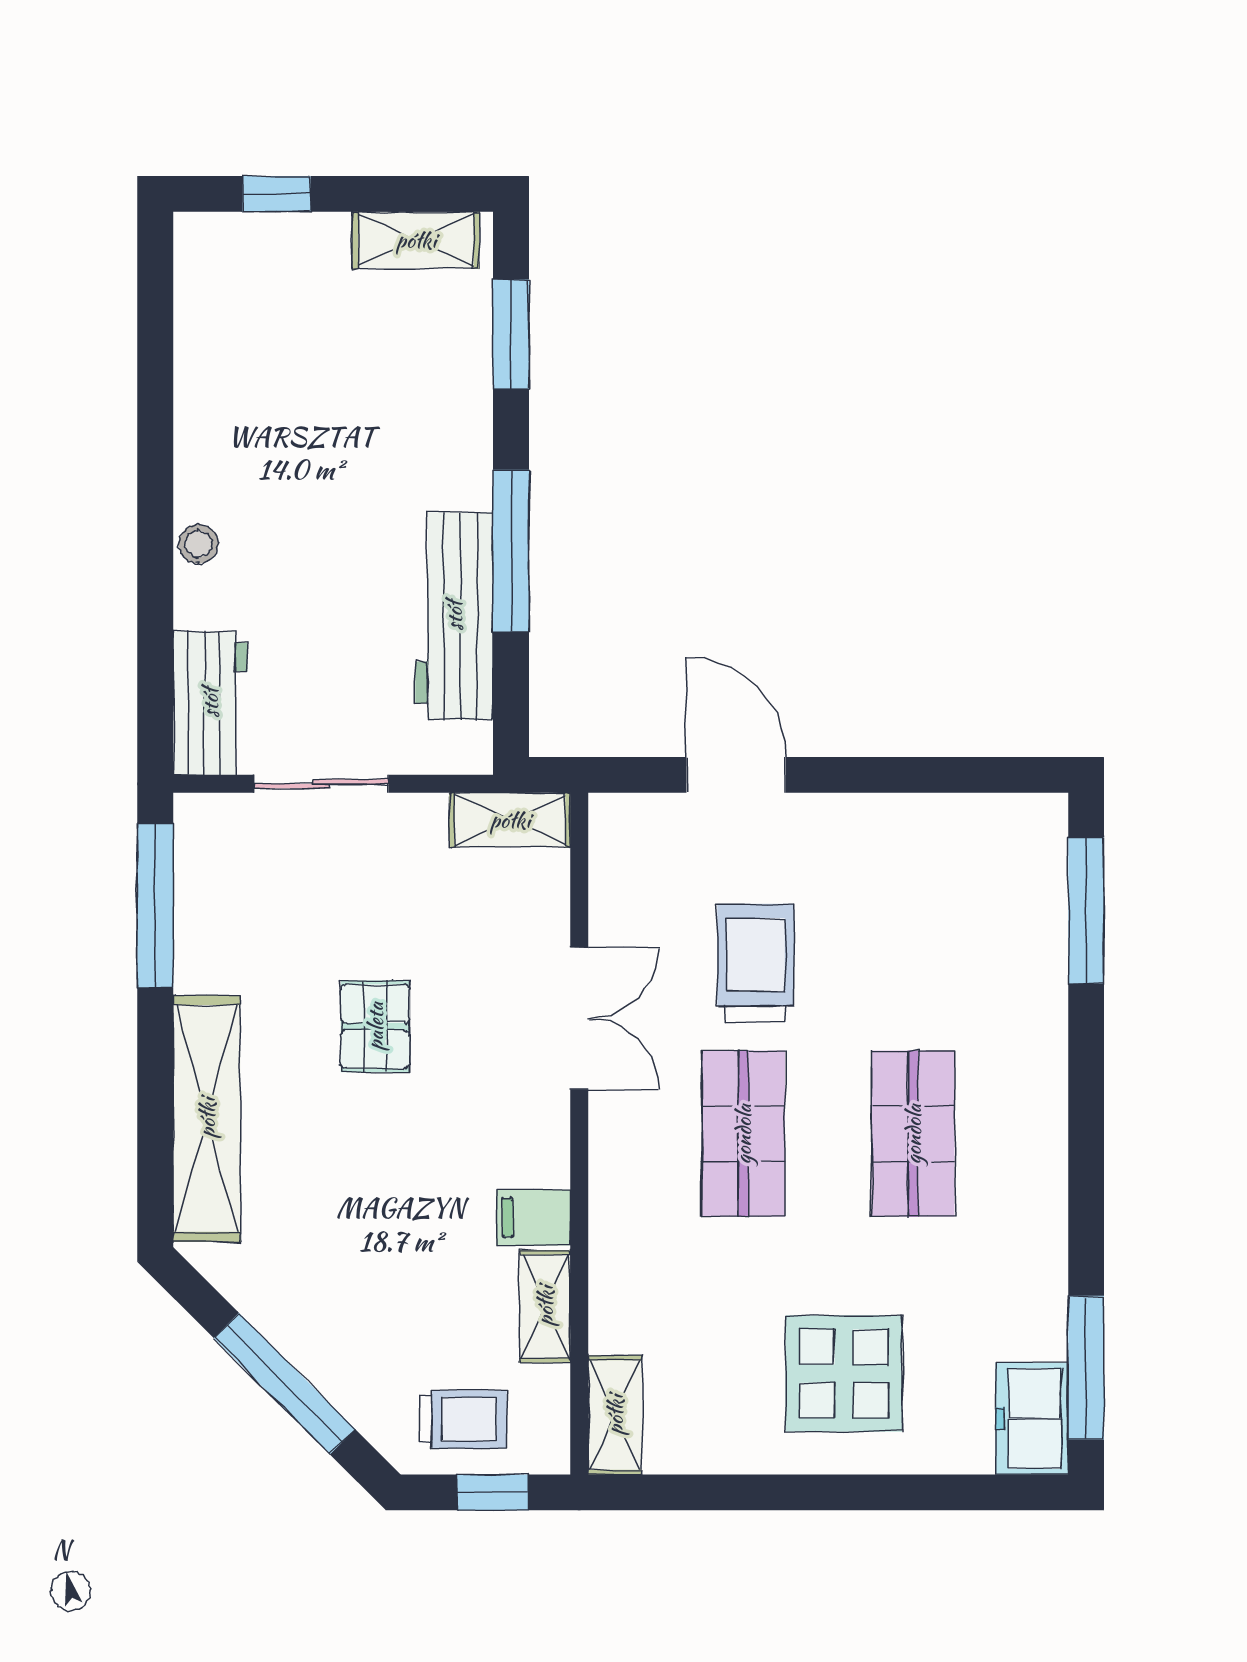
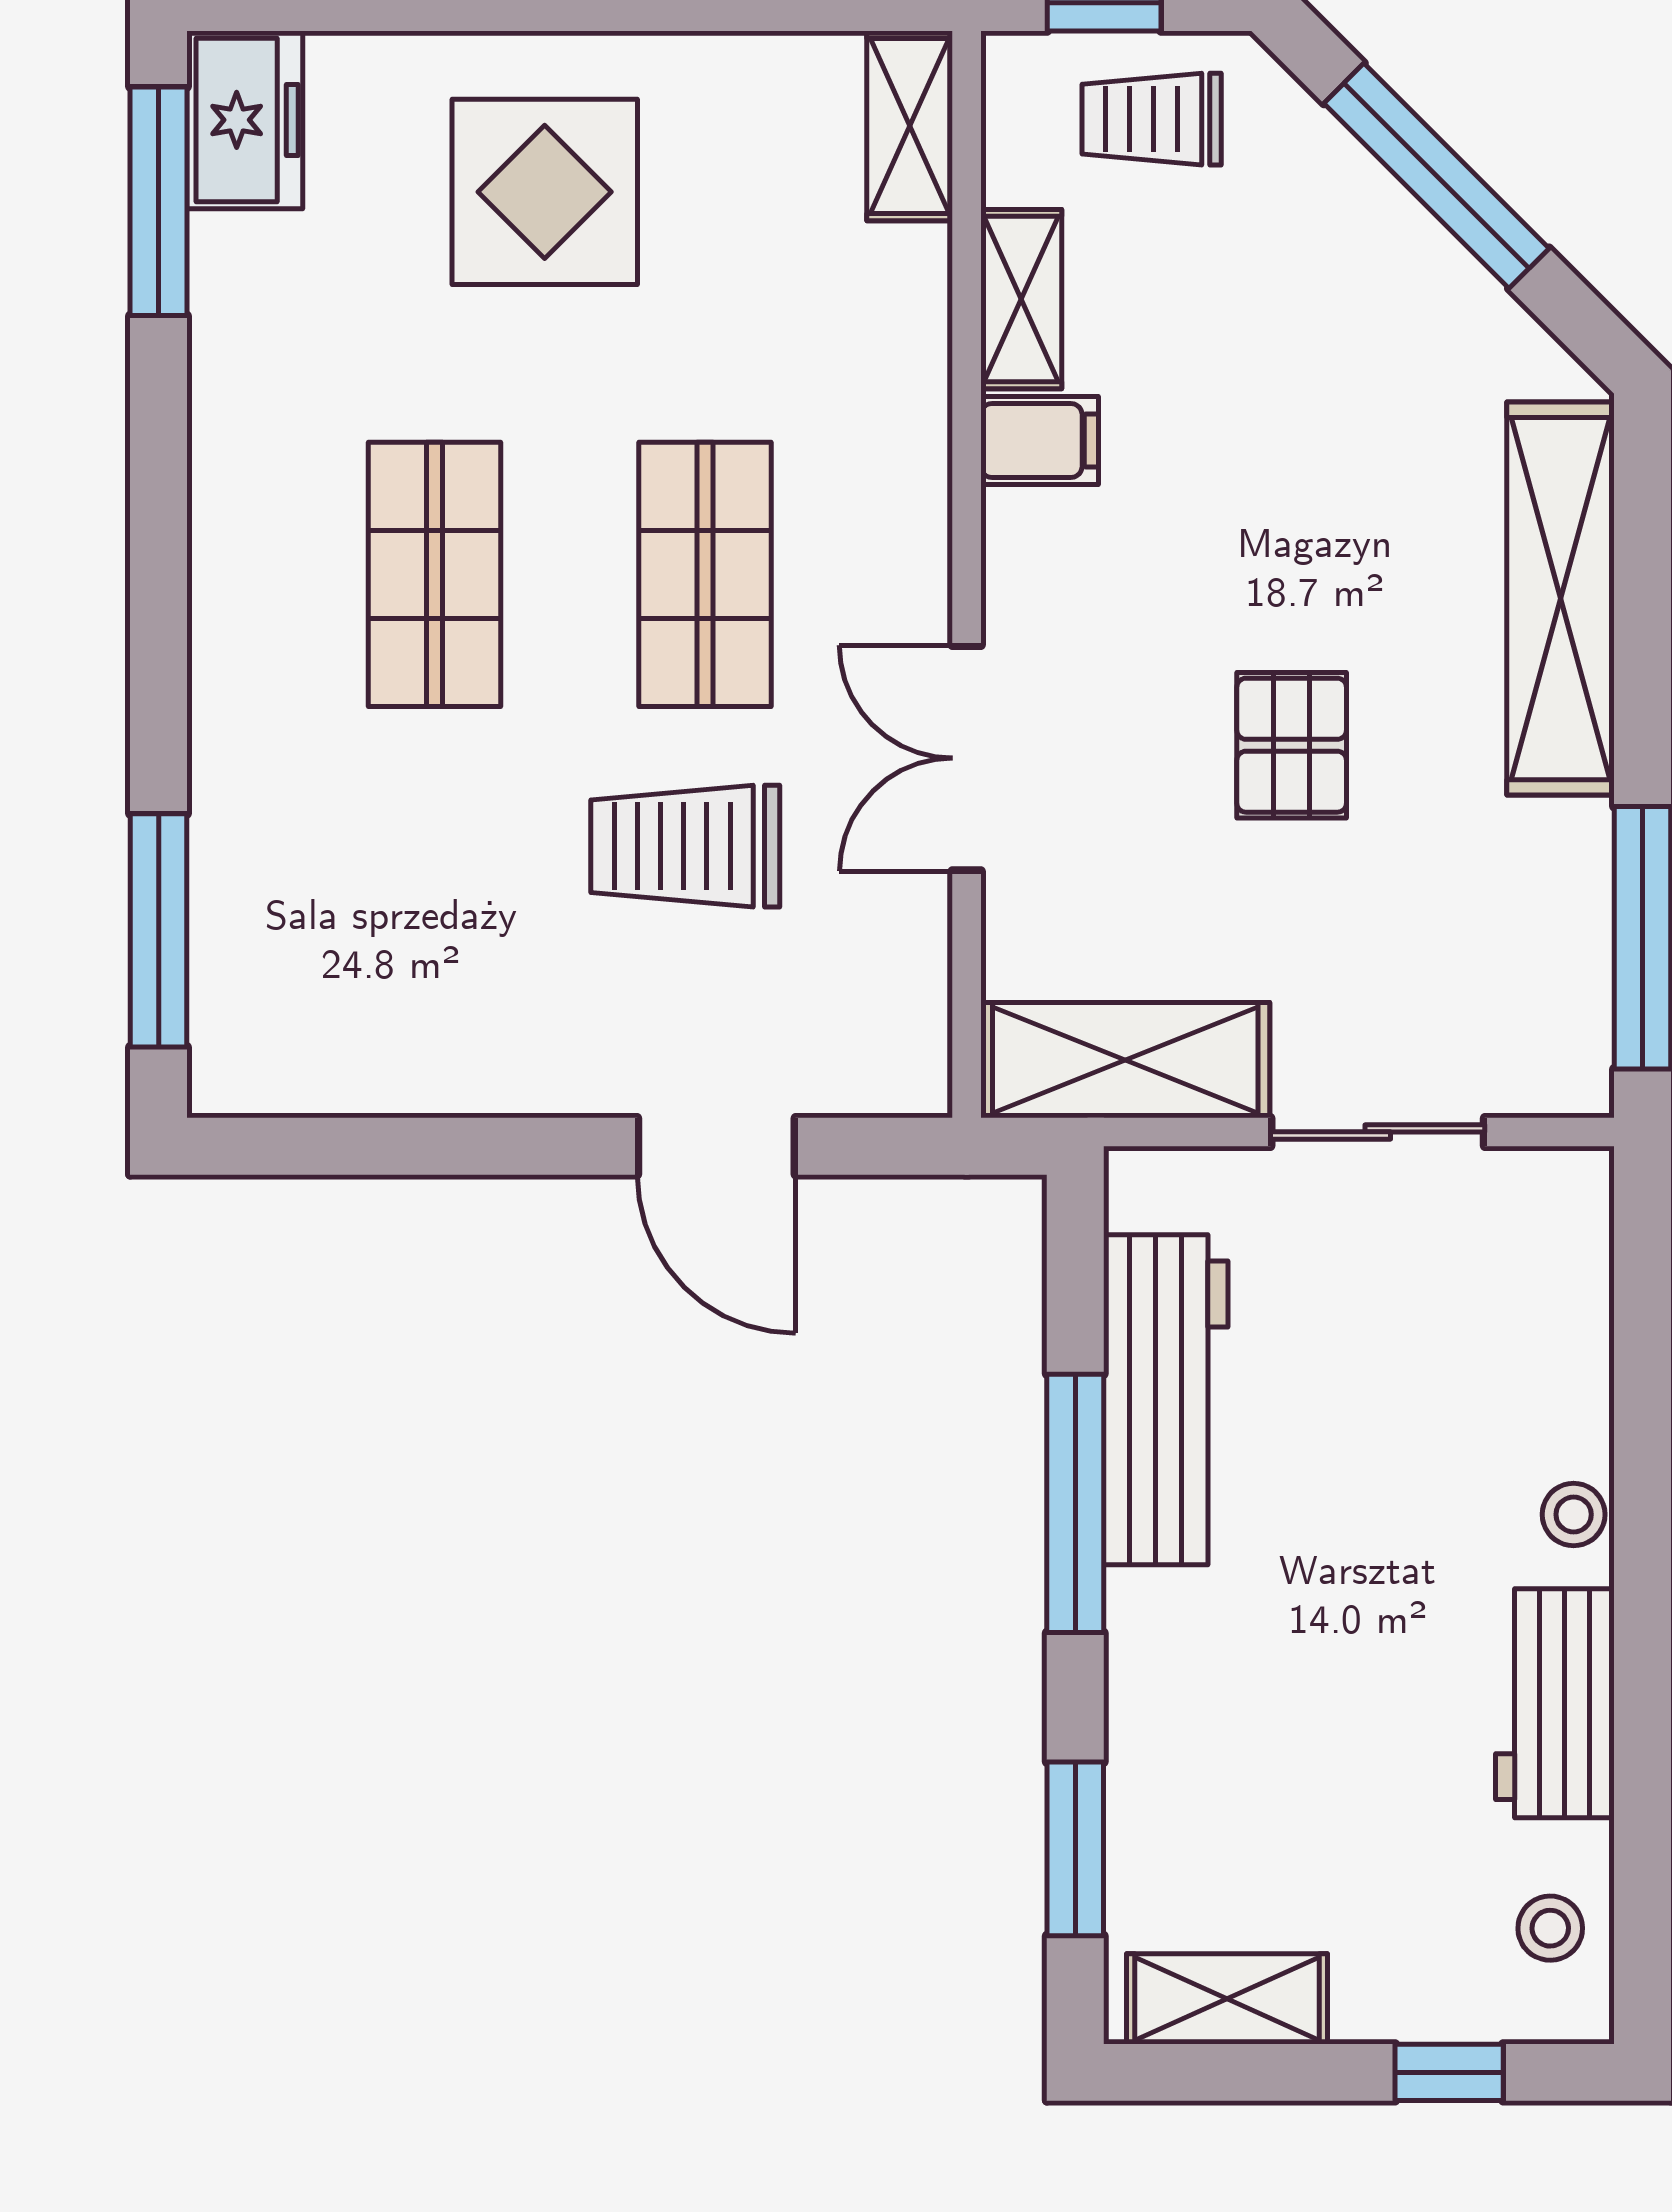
stool: (213, 284) -> (1550, 1928), added
workbench: (210, 703) -> (1555, 1703), moved
shelving: (510, 820) -> (1125, 1060), width x1.50, depth x1.33
trolley: (756, 963) -> (685, 846), turned 90

